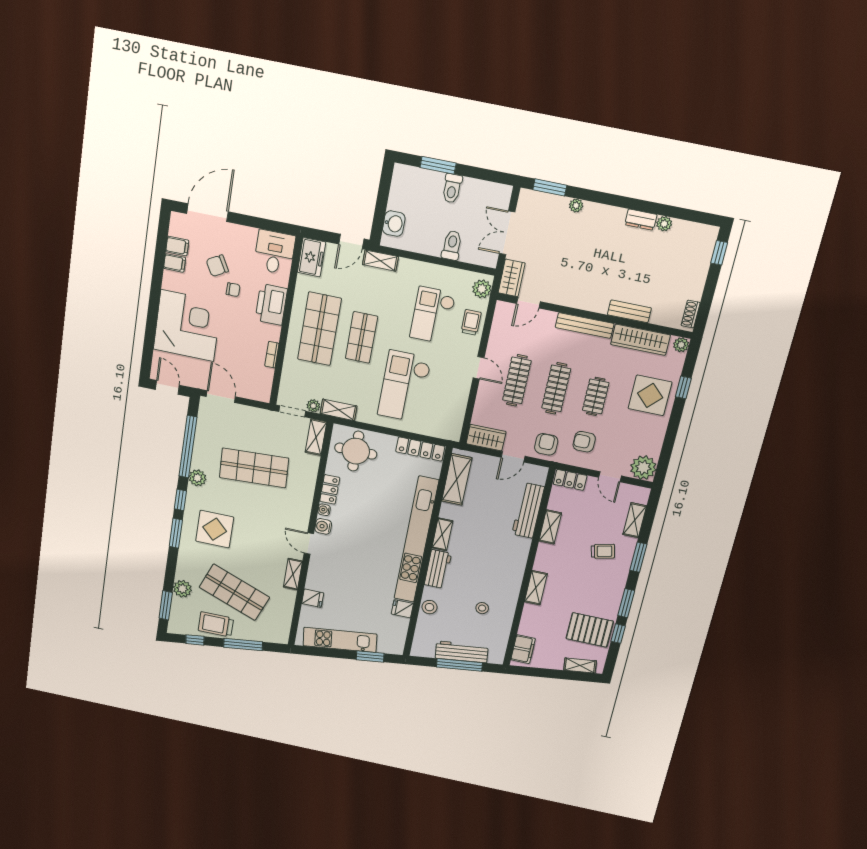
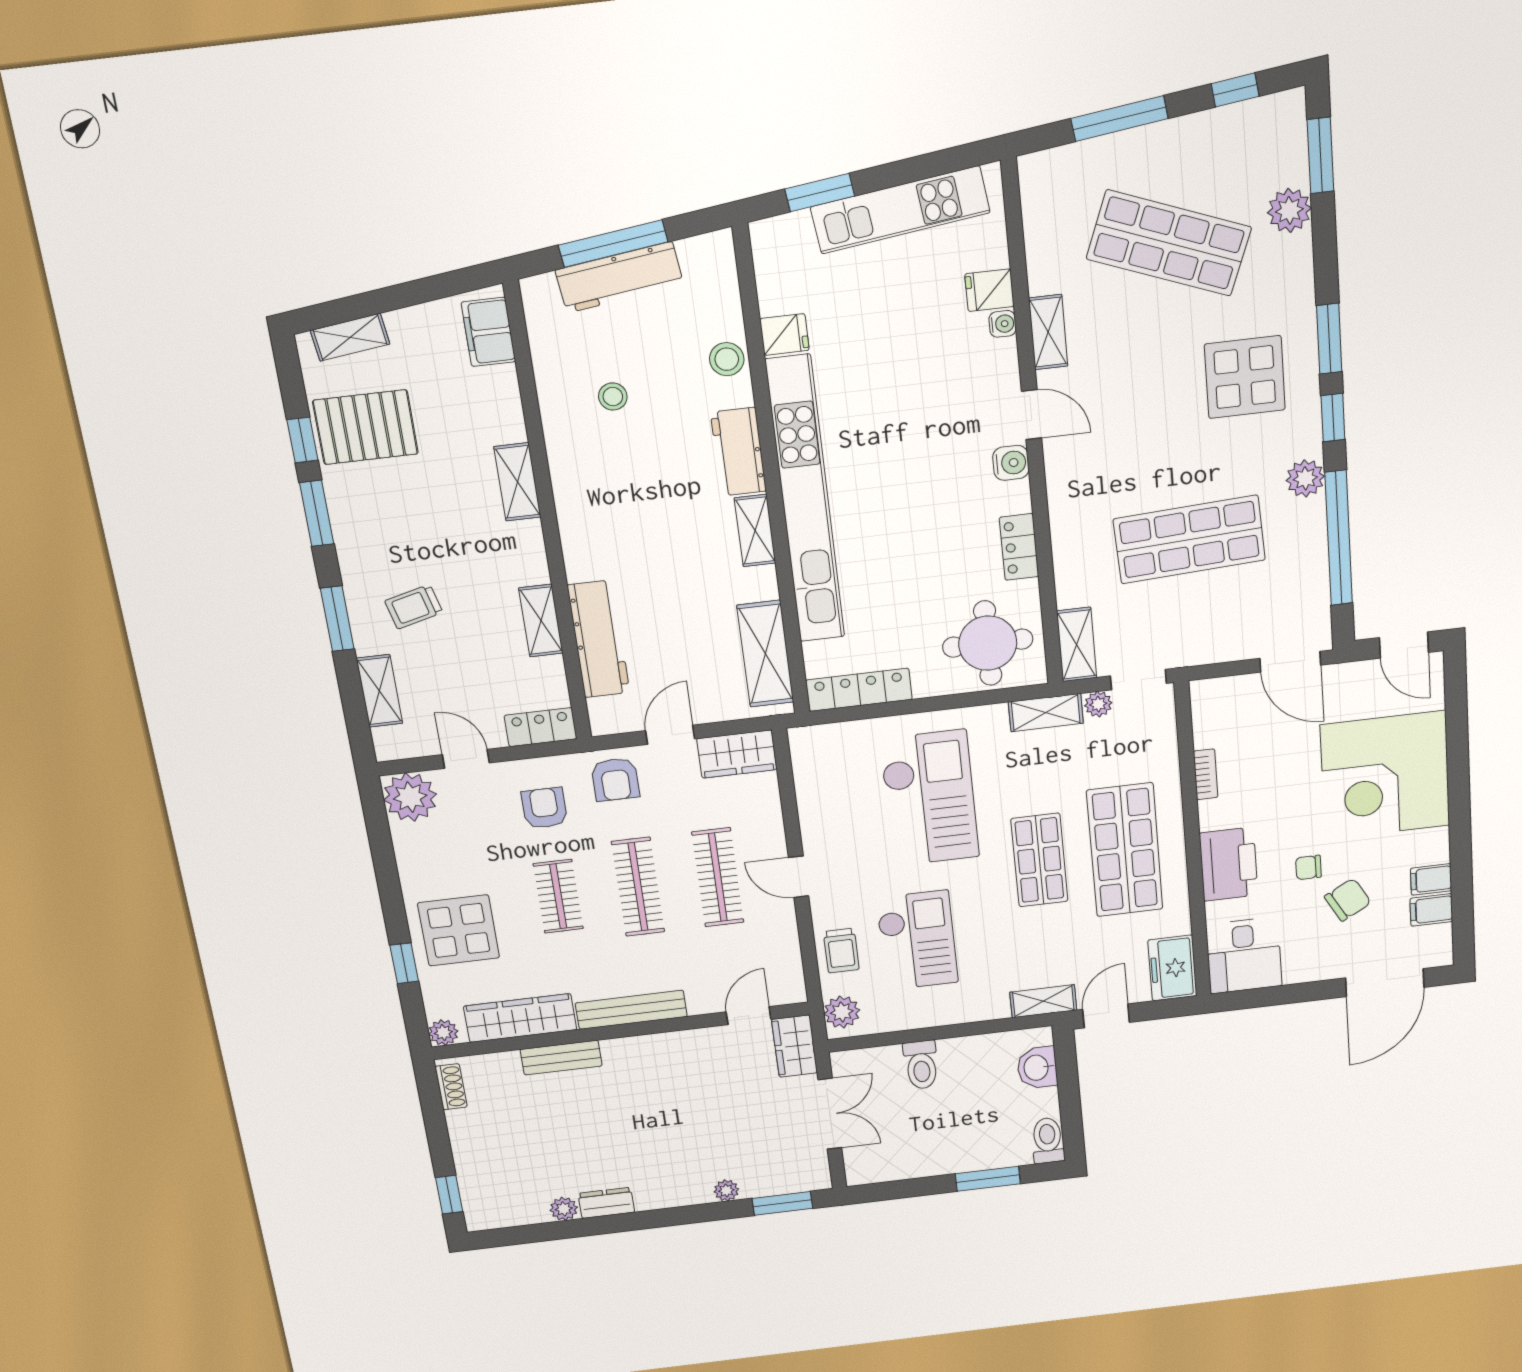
toilet: (452, 188) -> (1048, 1140), moved
armchair: (584, 442) -> (544, 808), turned -90
water cooler: (324, 510) -> (1003, 324), moved
trolley: (216, 624) -> (1194, 148), removed

